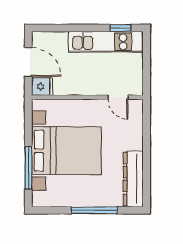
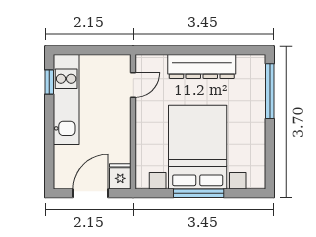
window: (28, 168) -> (199, 193), moved
dresser: (133, 179) -> (202, 66), moved
window: (94, 210) -> (270, 91), moved

